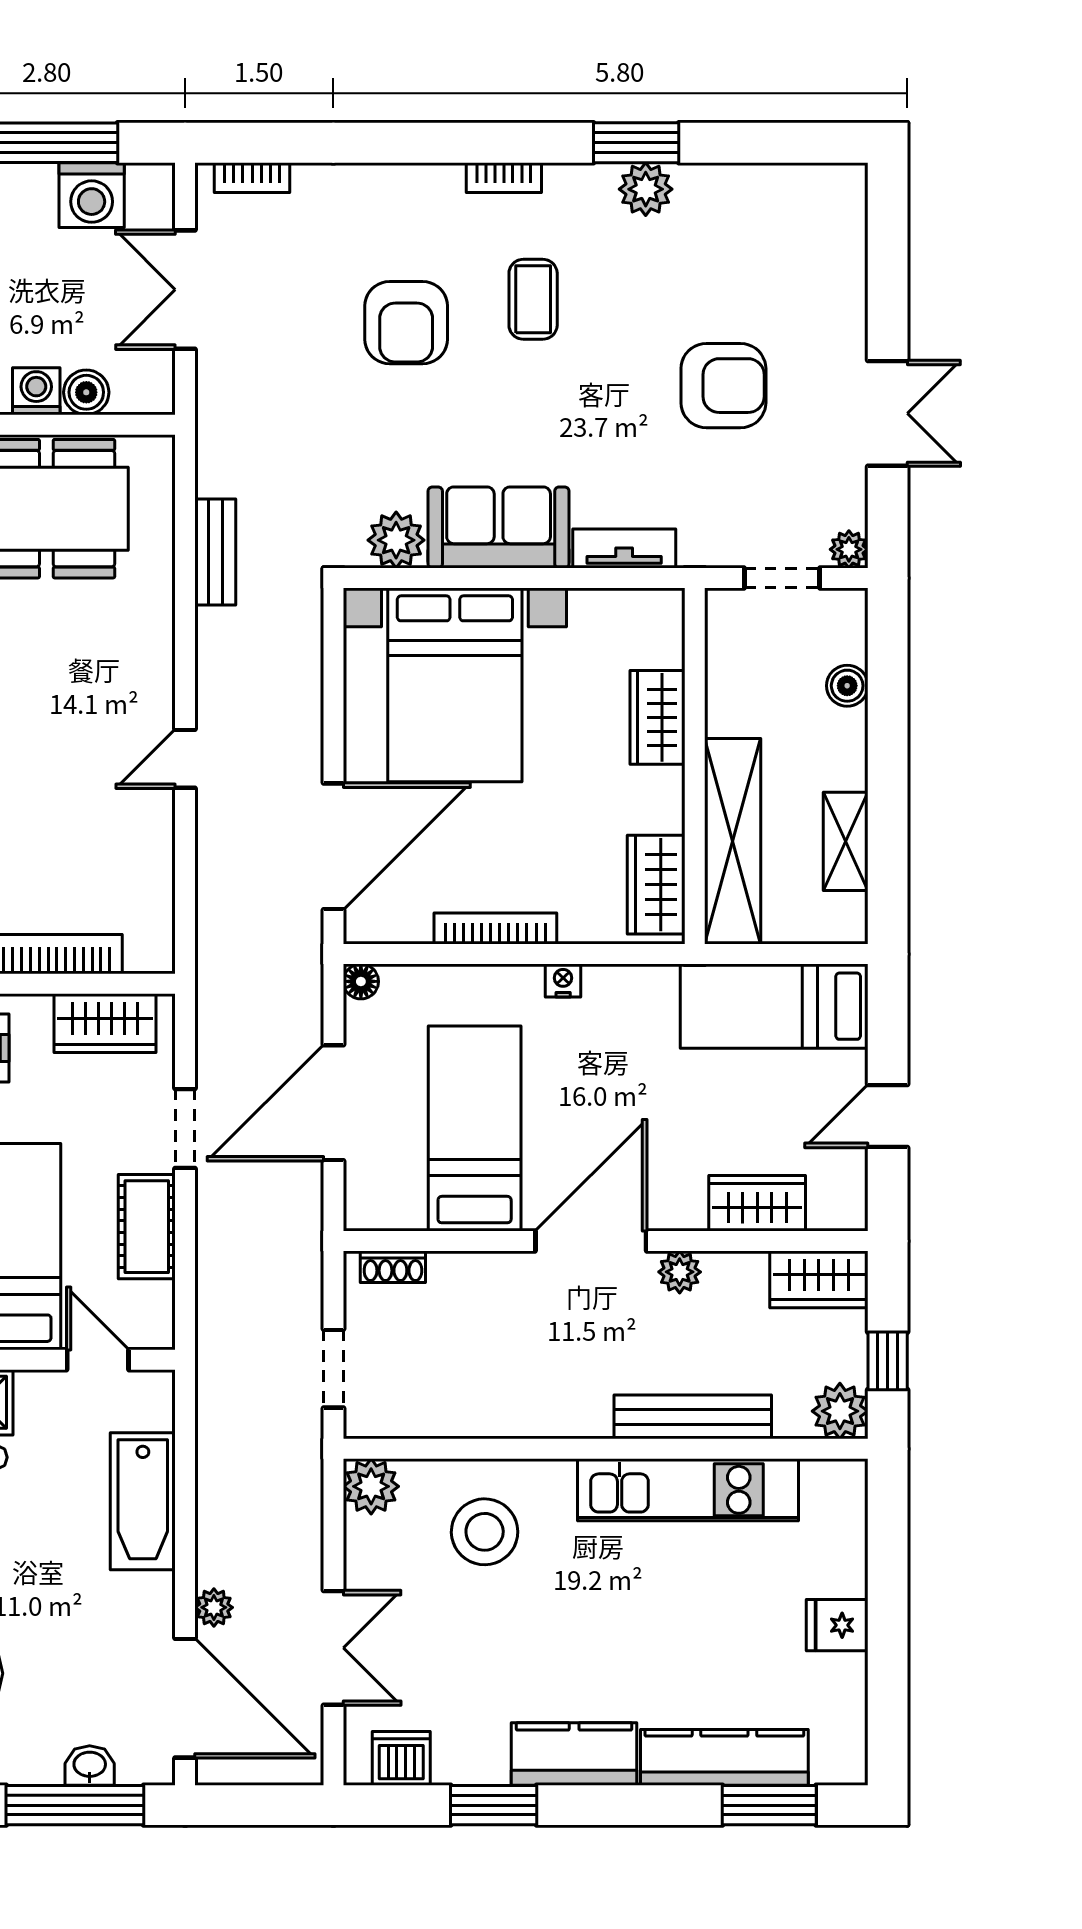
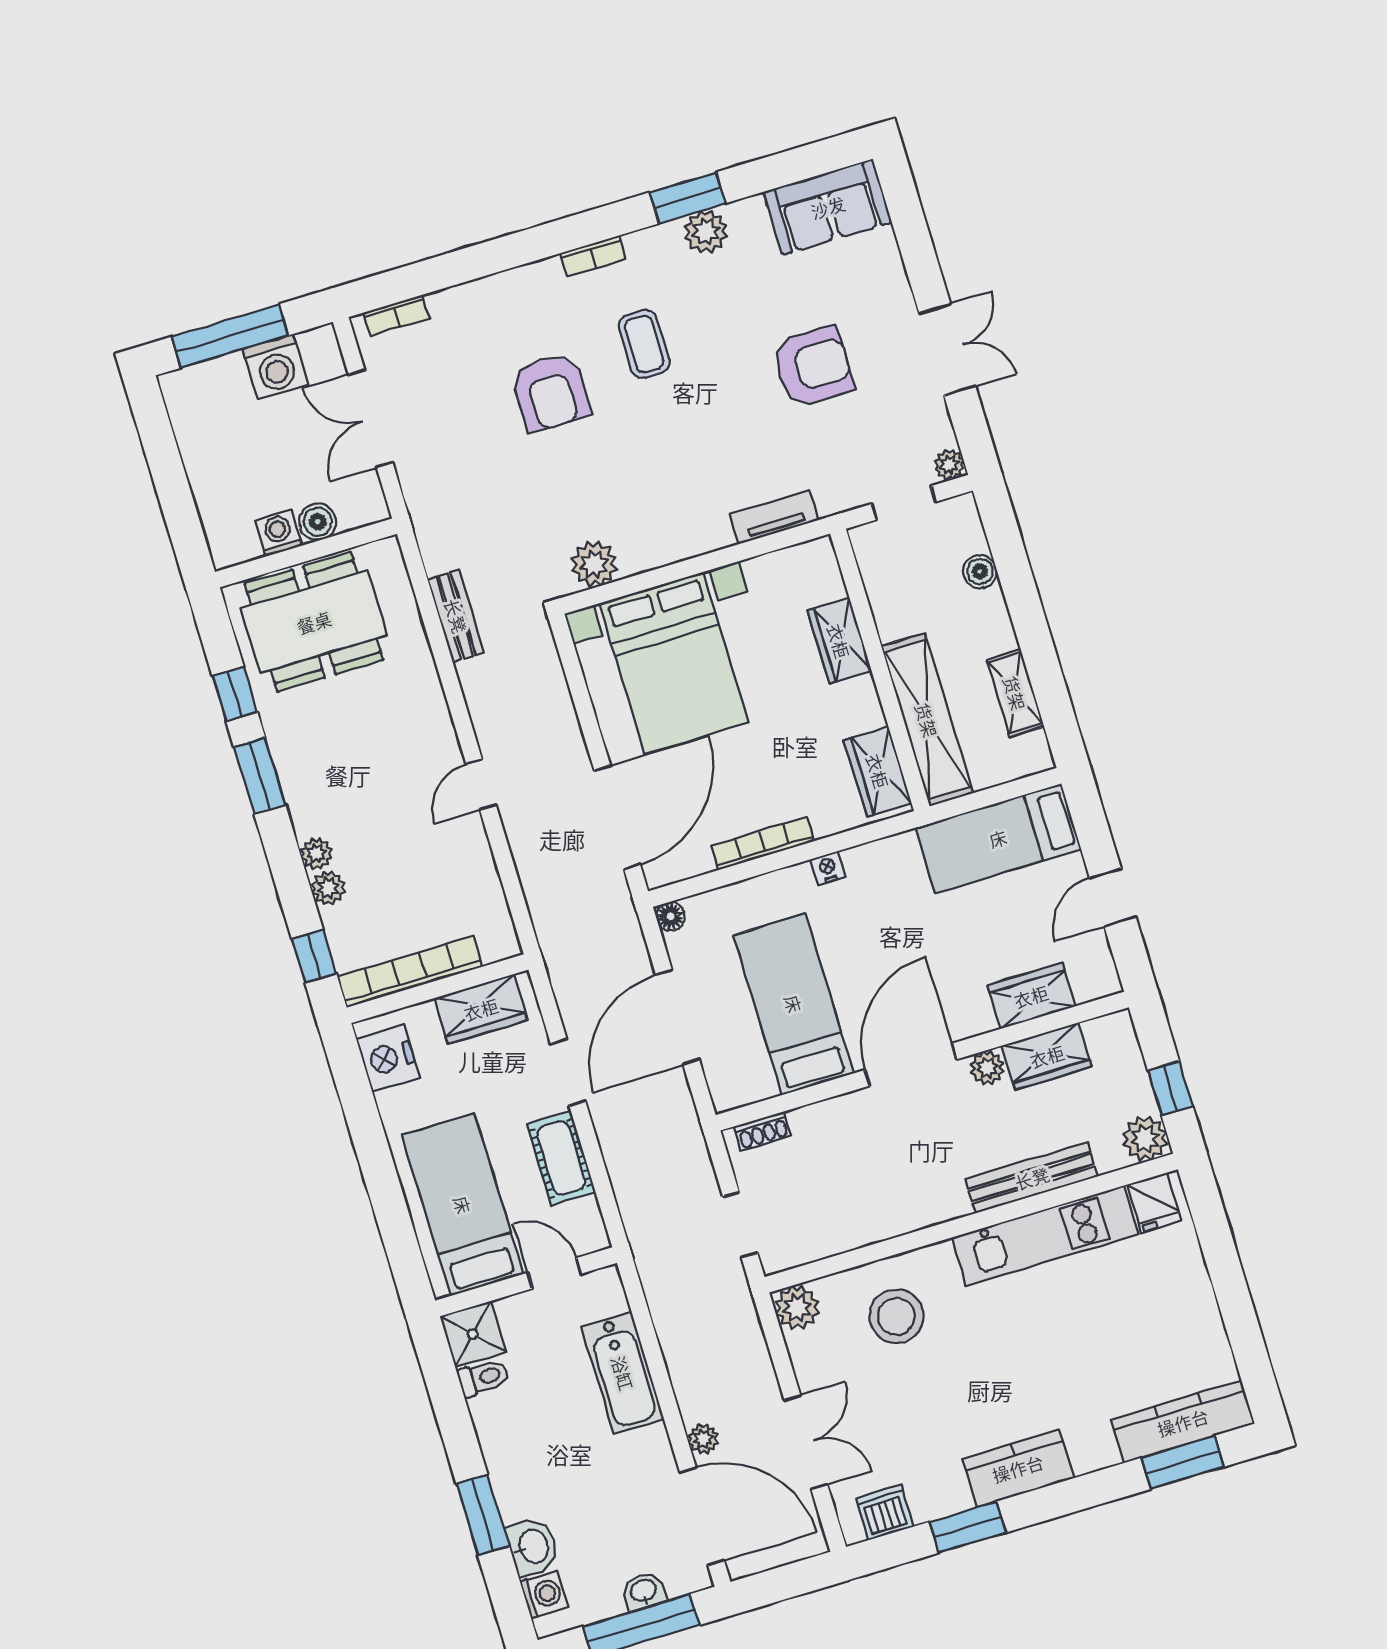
sofa: (499, 528) -> (828, 207), moved, turned 180
wardrobe: (819, 1279) -> (1047, 1056), moved
fridge: (837, 1625) -> (1154, 1202), moved, turned -90
kitchen counter: (724, 1757) -> (1183, 1422), moved

